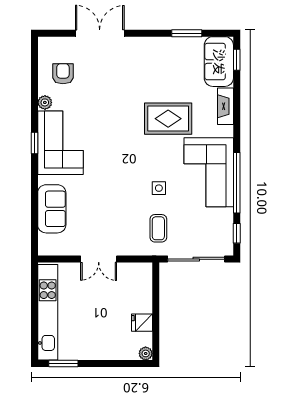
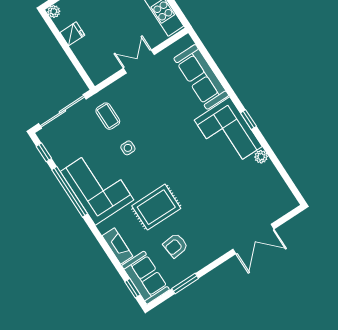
armchair: (63, 74) -> (176, 245), moved, turned 84
sofa: (52, 209) -> (201, 77), width x1.36

